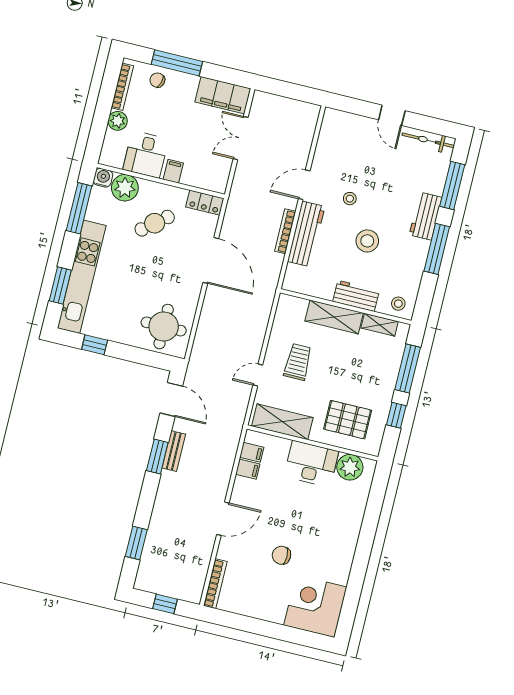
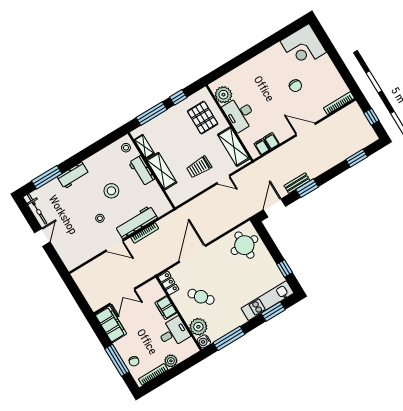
filing cabinet: (173, 171) -> (166, 308), width x2.00
window: (437, 249) -> (83, 155), removed
kitchen unit: (82, 277) -> (268, 301), width x0.73

